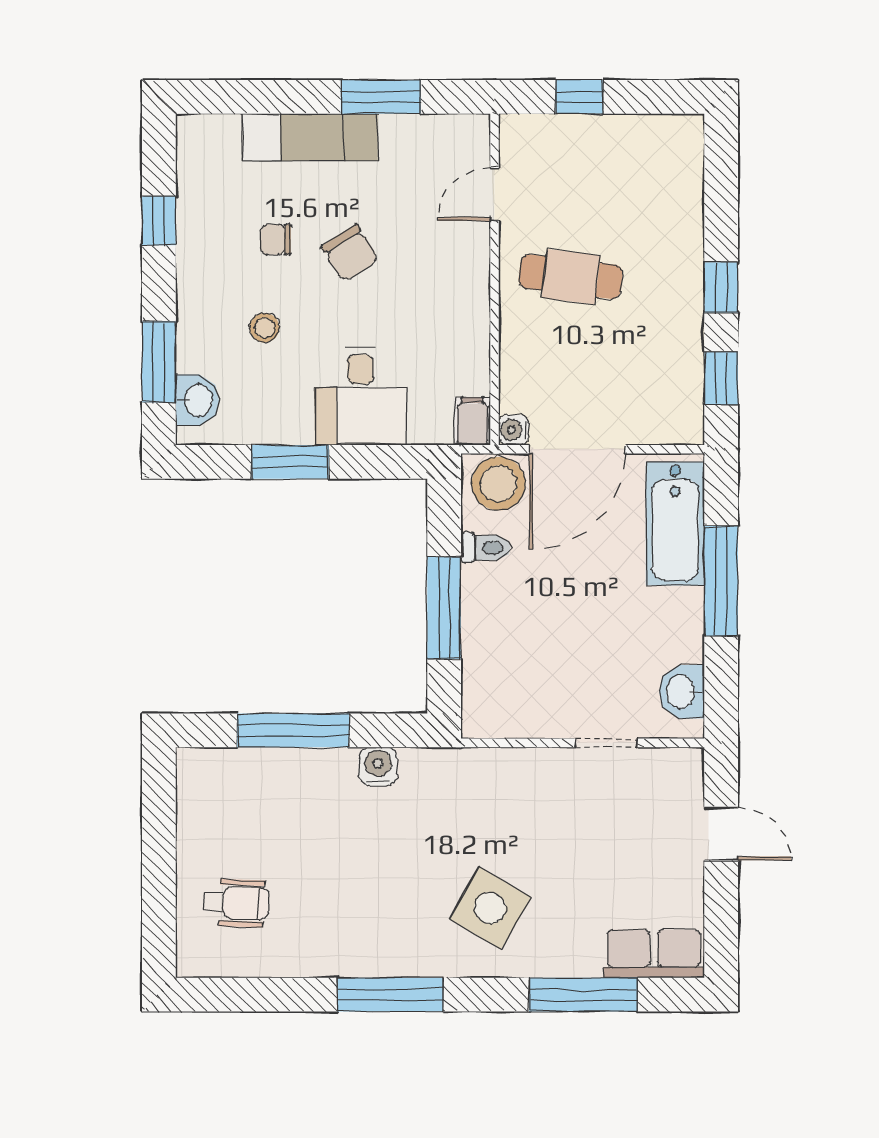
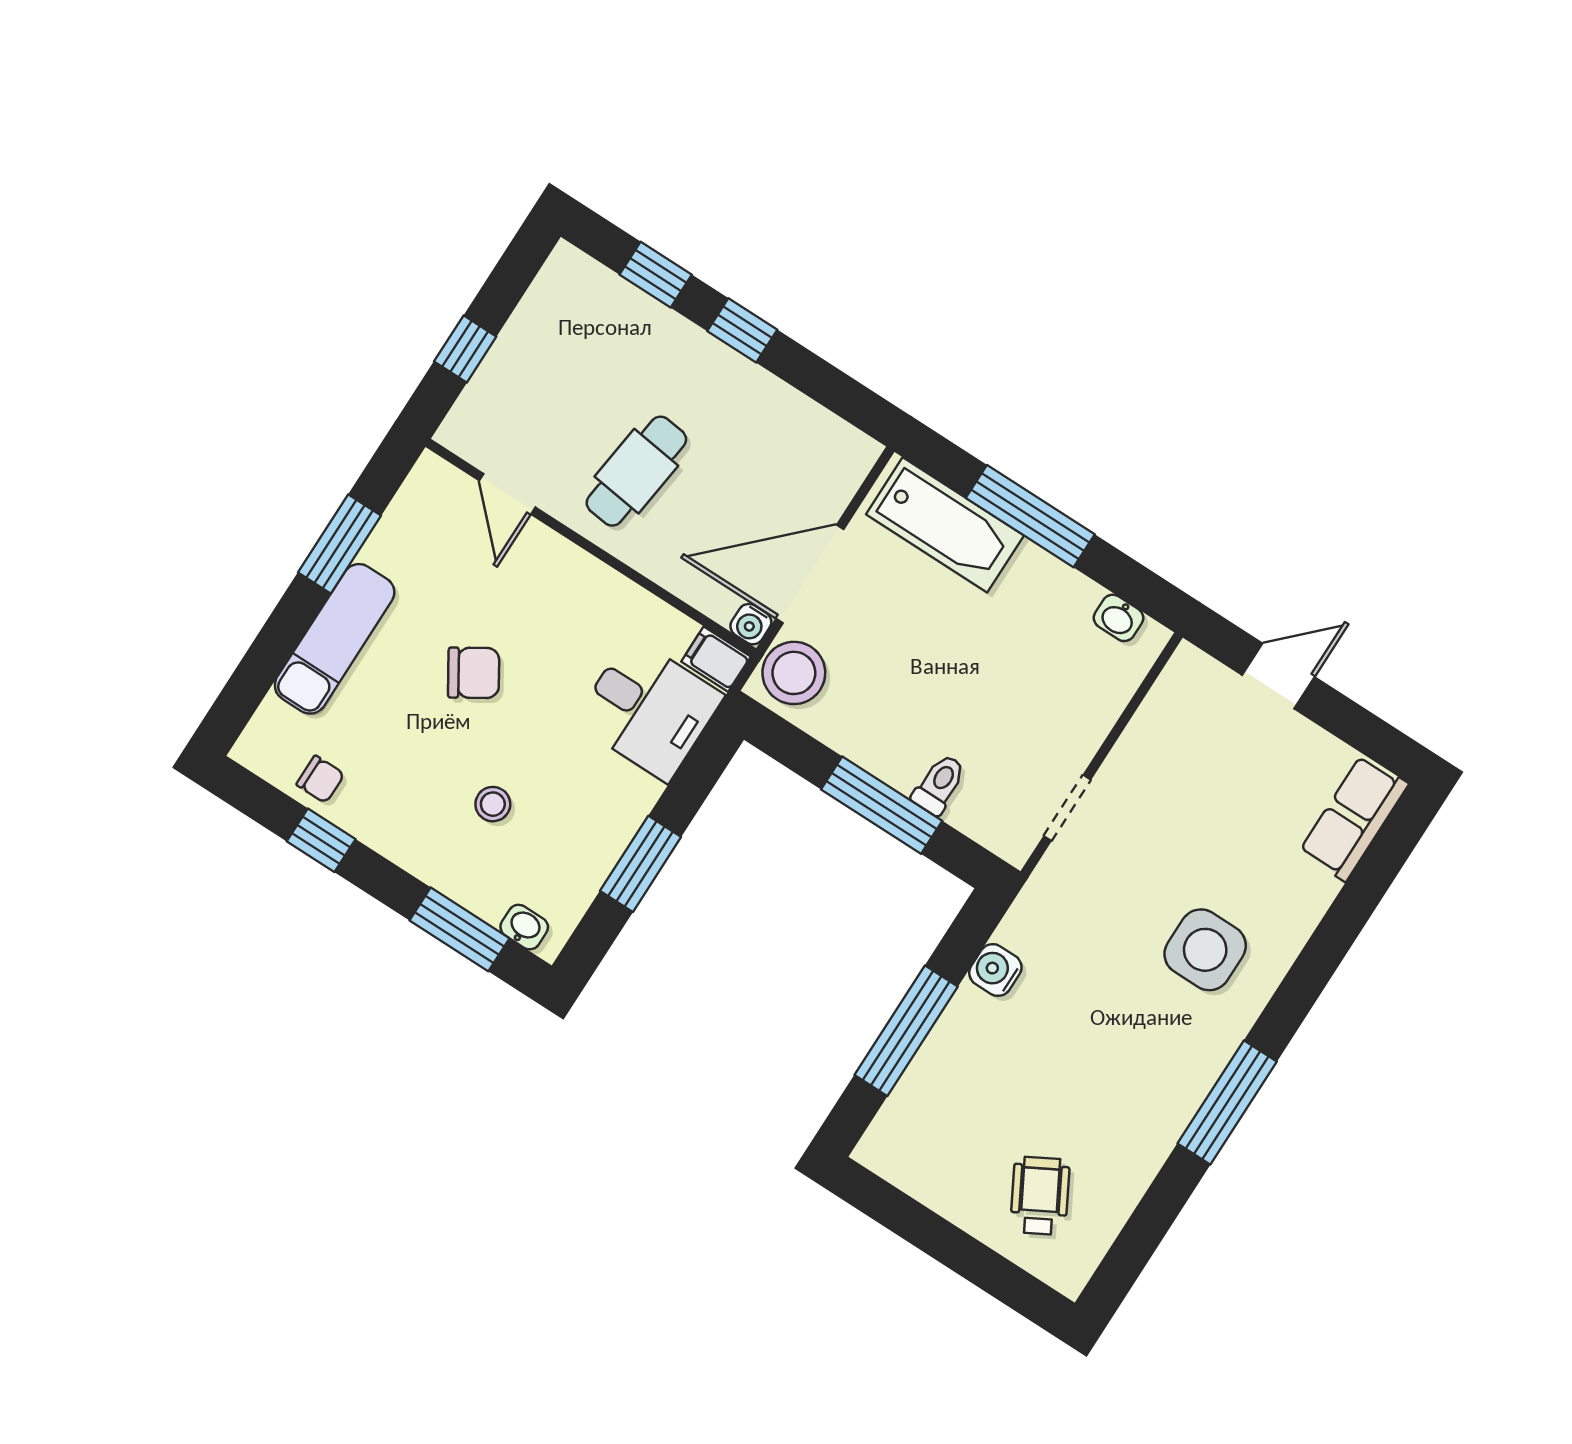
chair: (276, 239) -> (320, 779), moved, turned -90
window: (721, 378) -> (656, 275), moved
desk: (360, 396) -> (649, 709), moved
washbasin: (197, 400) -> (524, 927), width x0.72, depth x0.69
door: (577, 449) -> (810, 574), swing flipped
toilet: (486, 548) -> (939, 784), moved
washbasin: (682, 692) -> (1118, 618), width x0.72, depth x0.69
doorway: (606, 743) -> (1067, 808), moved
wheelchair: (236, 903) -> (1040, 1196), turned -31
side table: (490, 908) -> (1205, 950), turned -30
window: (583, 995) -> (1349, 913), removed

